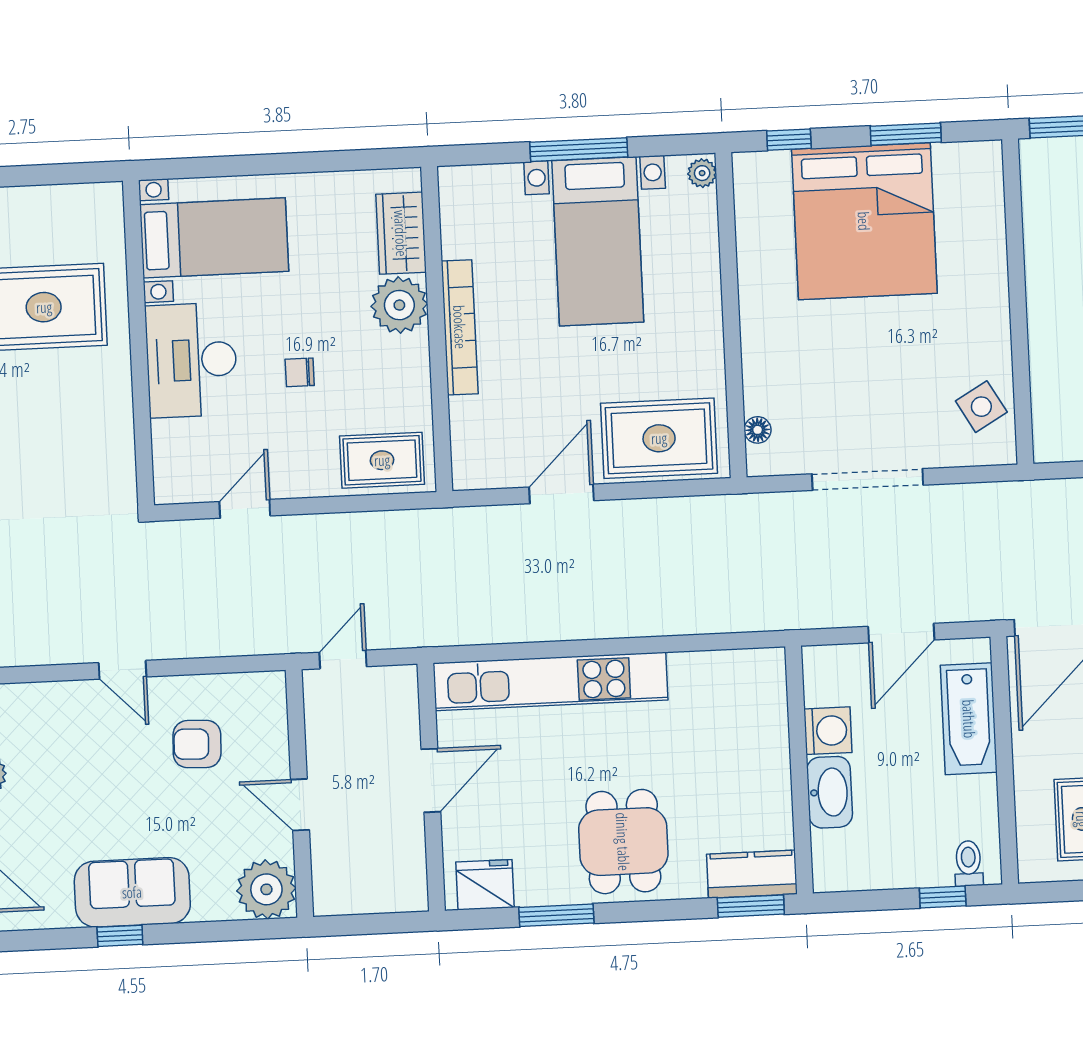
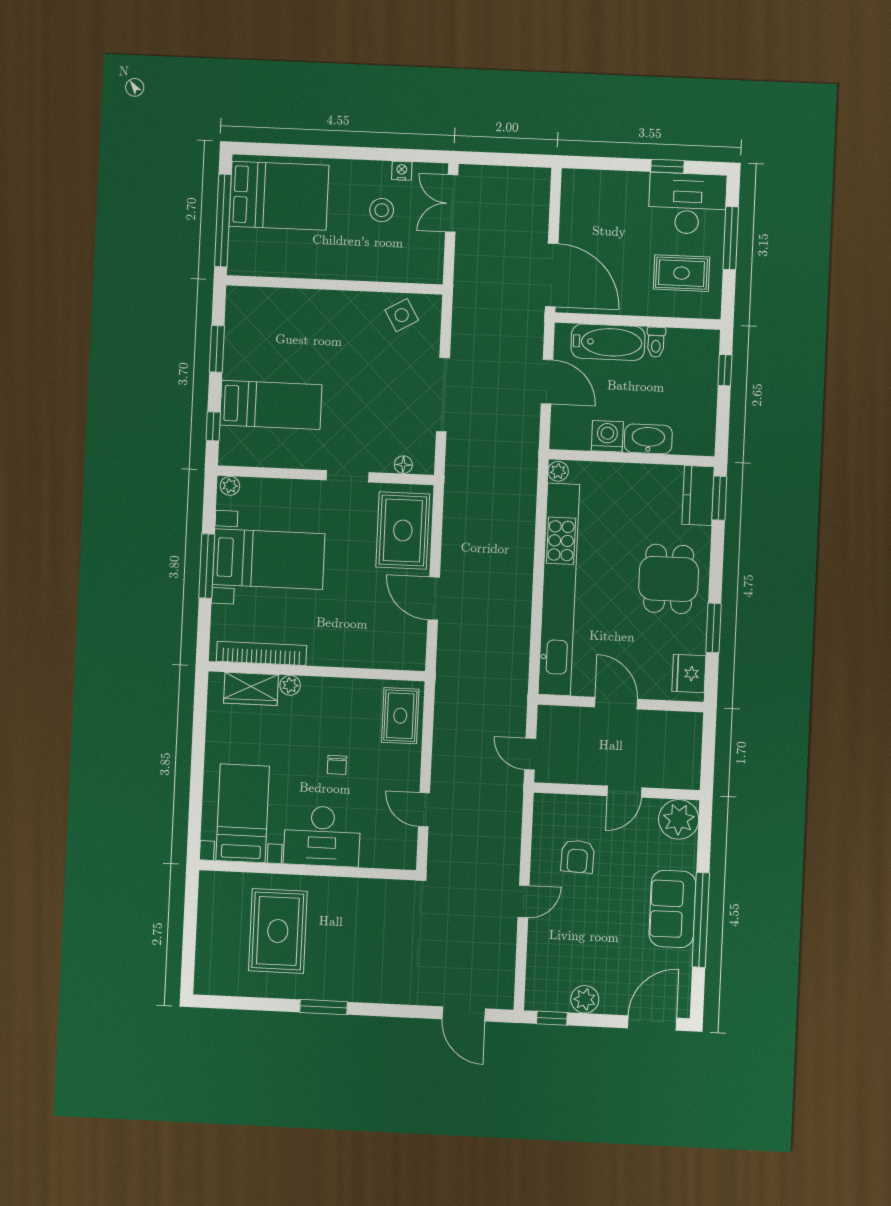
bed: (864, 221) -> (271, 405), width x0.49
plant: (399, 305) -> (290, 685), width x0.53, depth x0.53
bookcase: (460, 327) -> (261, 653), moved
doorway: (733, 348) -> (348, 476), added
plant: (769, 662) -> (558, 471), added
kitchen unit: (550, 681) -> (559, 589), width x1.36
dining table: (623, 842) -> (669, 579), turned 90
toilet: (968, 863) -> (656, 342), moved, turned -90
window: (120, 936) -> (701, 920), width x3.17

